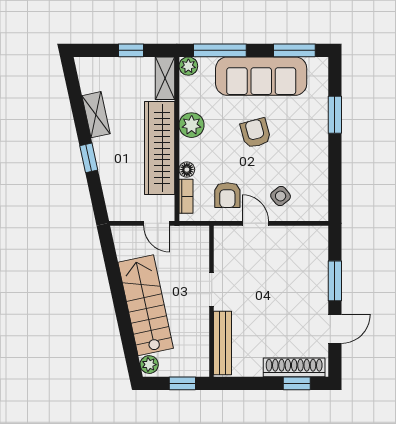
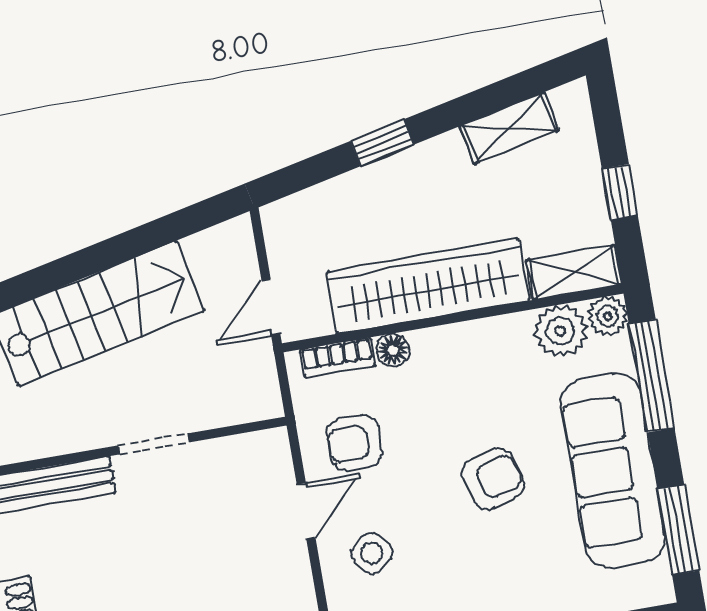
shelving: (96, 115) -> (509, 128), moved
plant: (192, 125) -> (560, 331), moved

